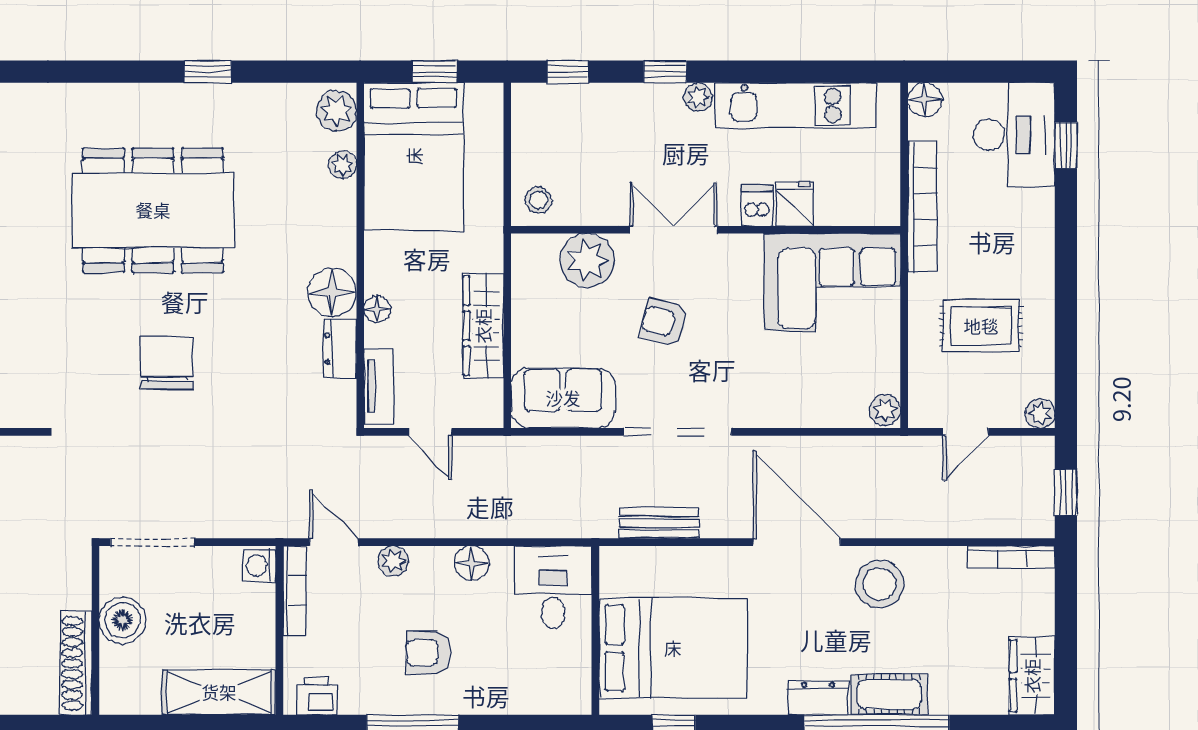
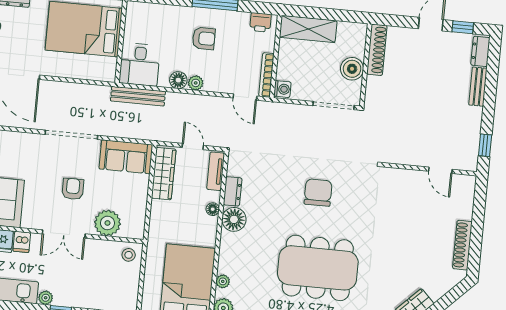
armchair: (664, 323) -> (73, 189), turned -105
wardrobe: (483, 326) -> (164, 174), moved
chair: (167, 363) -> (318, 193), turned 180
bench: (659, 523) -> (138, 96), moved, width x1.36
plant: (393, 561) -> (196, 83), moved

